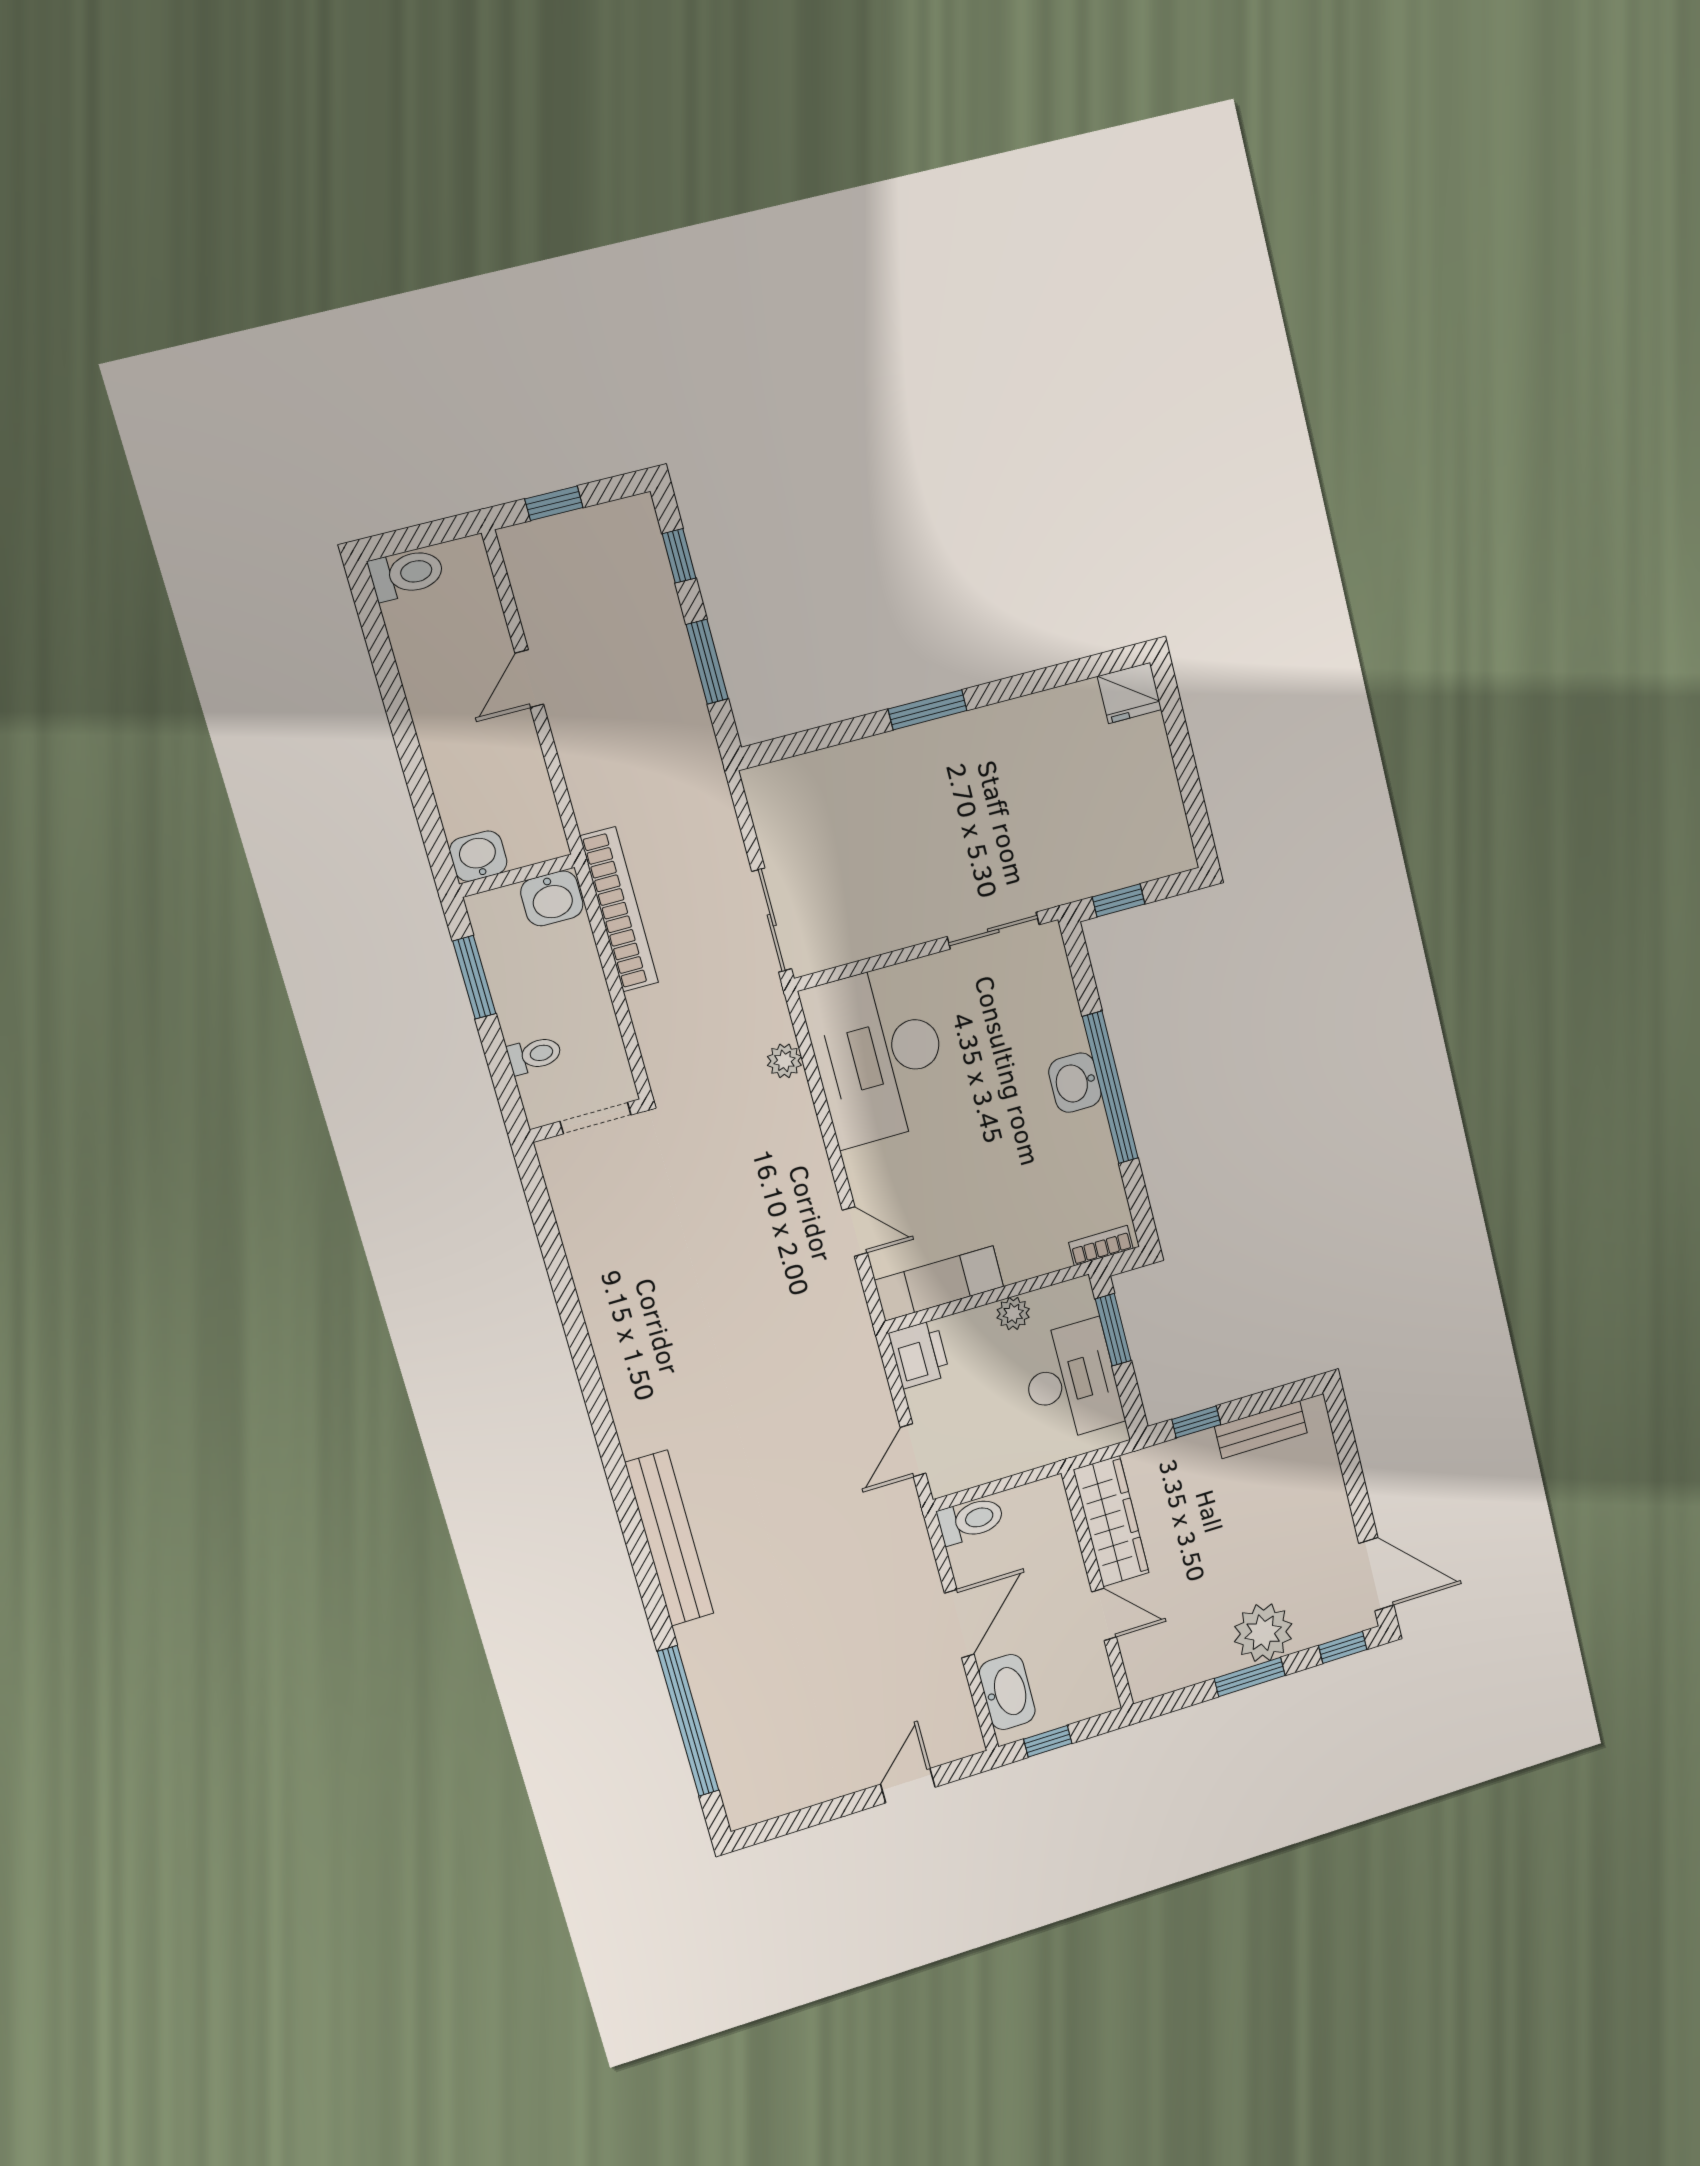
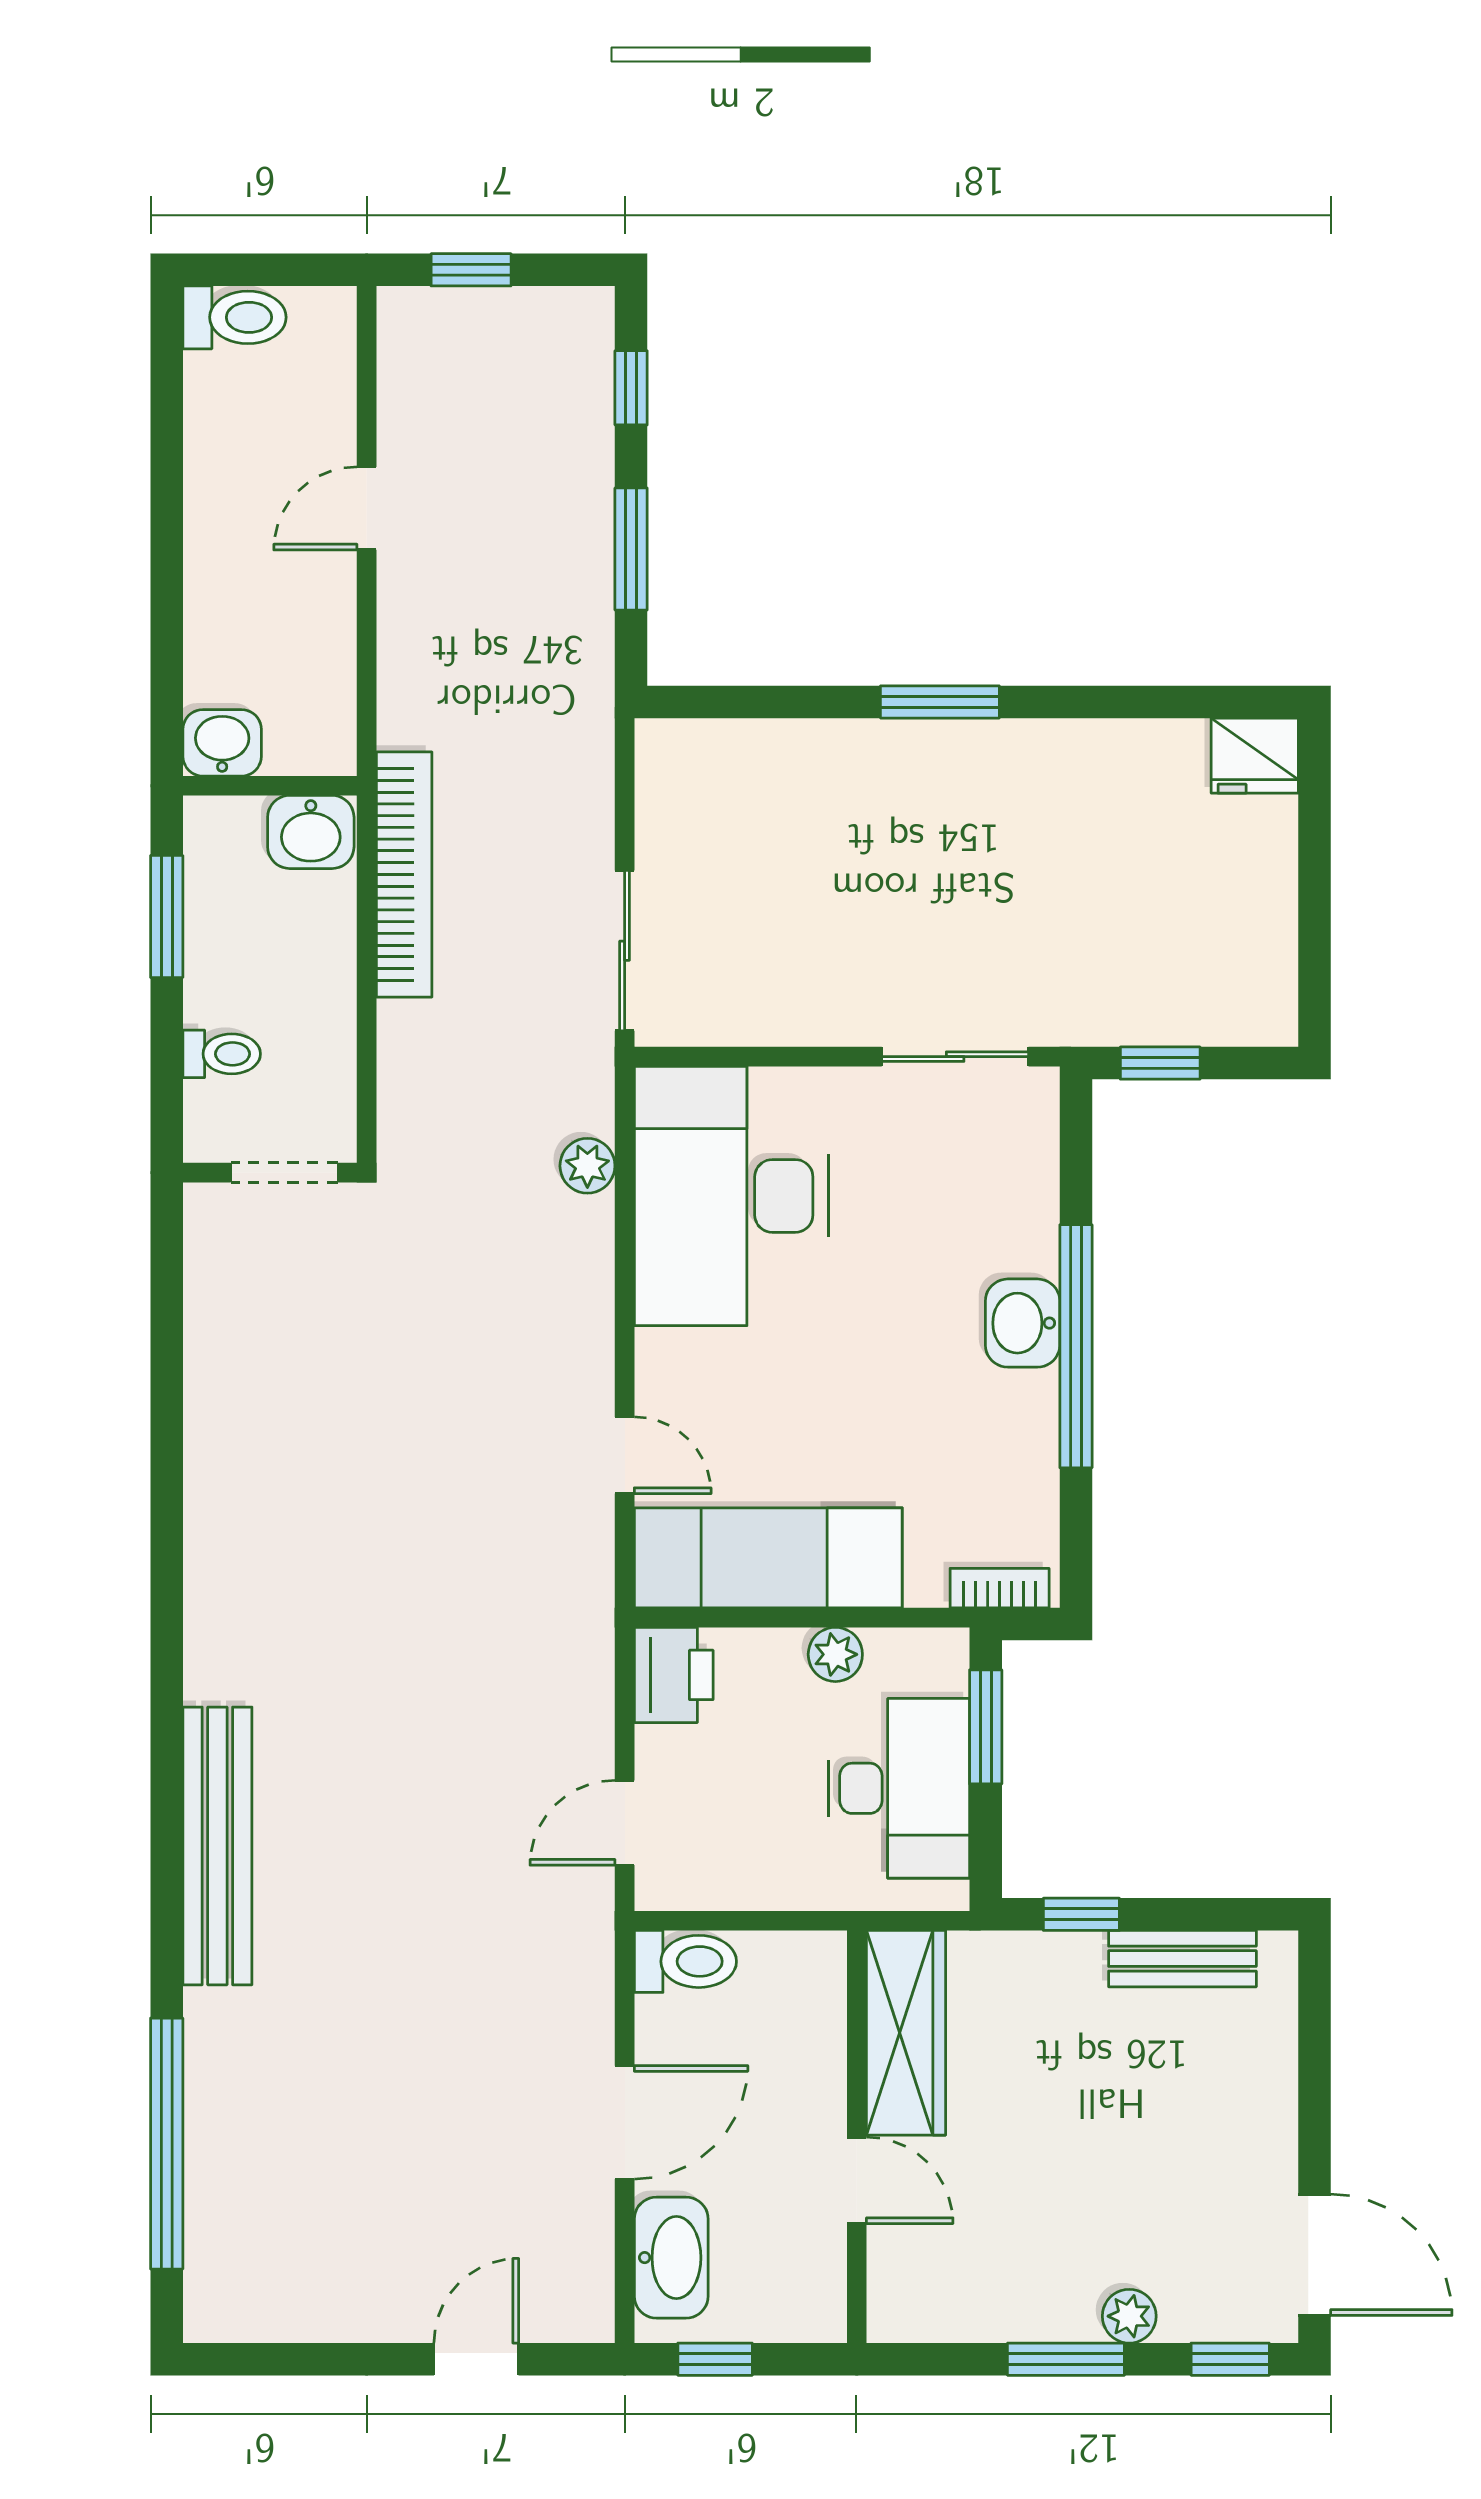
exam couch: (939, 1283) -> (768, 1558), width x1.36, depth x1.45
plant: (1263, 1633) -> (1129, 2316), width x0.53, depth x0.53

